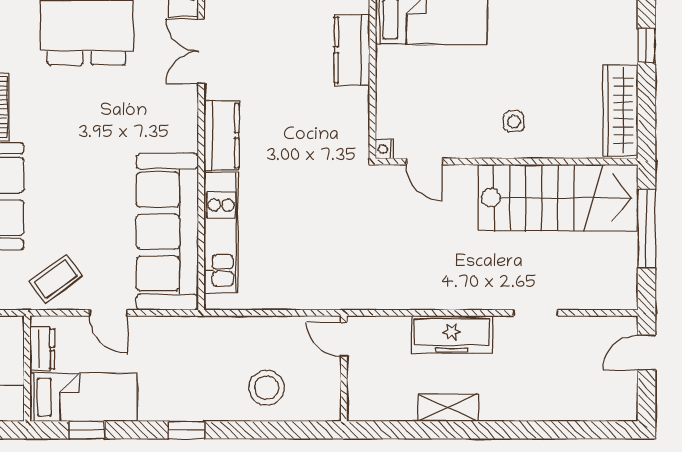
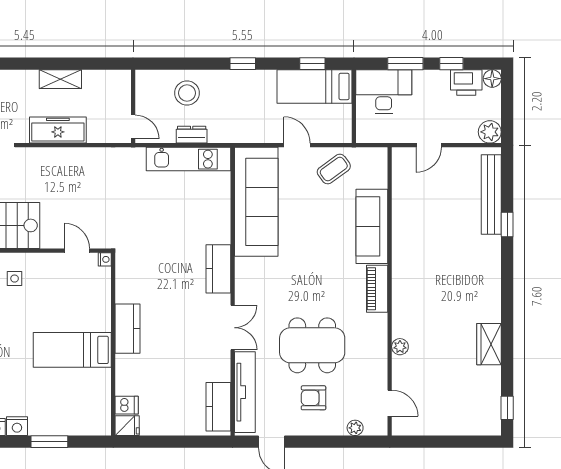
kitchen unit: (221, 233) -> (189, 159), moved, turned -90
dresser: (42, 349) -> (192, 135), moved, turned 90

